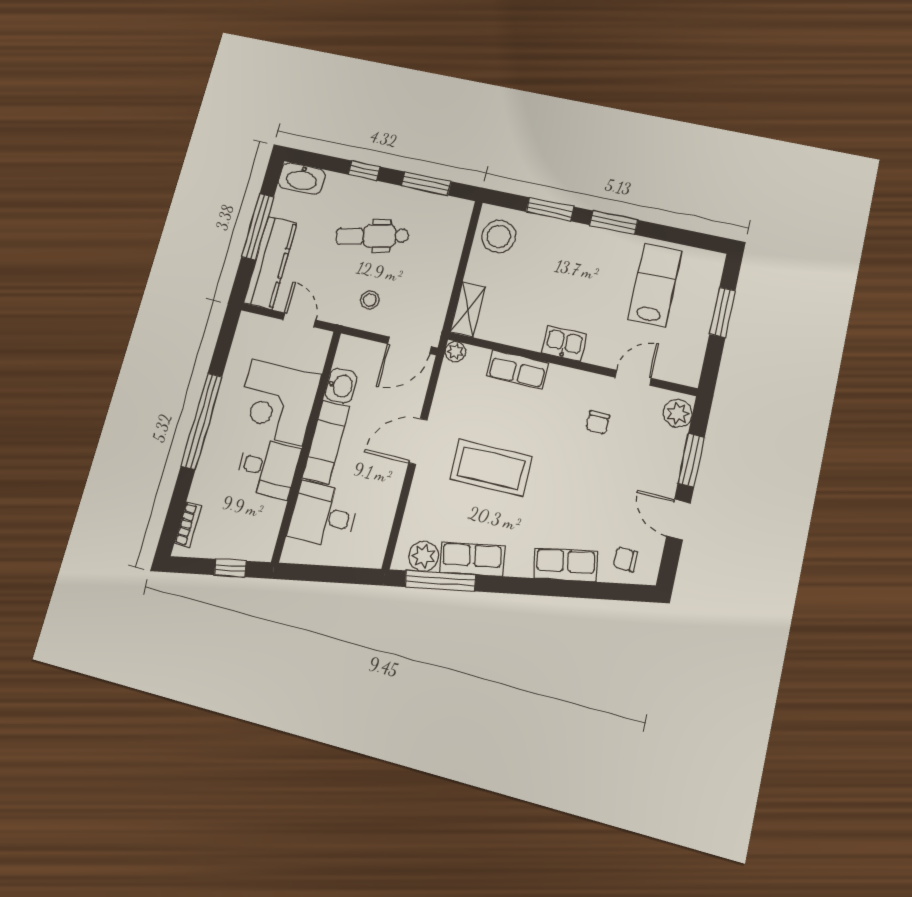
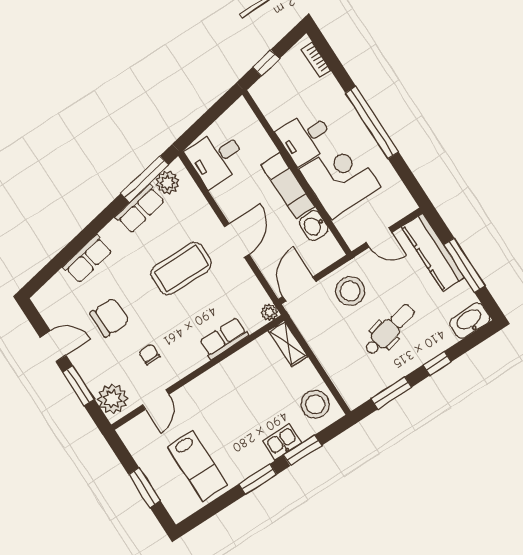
stool: (370, 300) -> (350, 291), width x1.89, depth x1.89
kitchen sink: (564, 343) -> (282, 442), moved, turned 180
plant: (678, 413) -> (113, 399), width x1.36, depth x1.36
desk: (323, 515) -> (216, 158), moved, turned 180
chair: (625, 559) -> (110, 317), moved, width x1.87, depth x1.87

